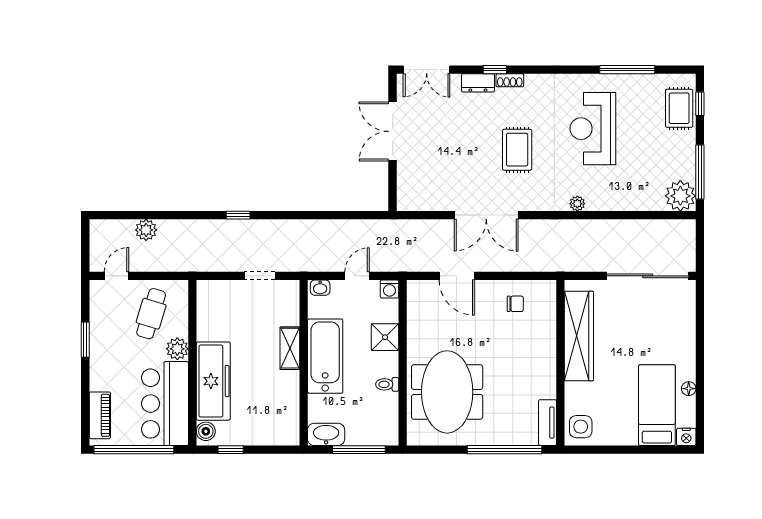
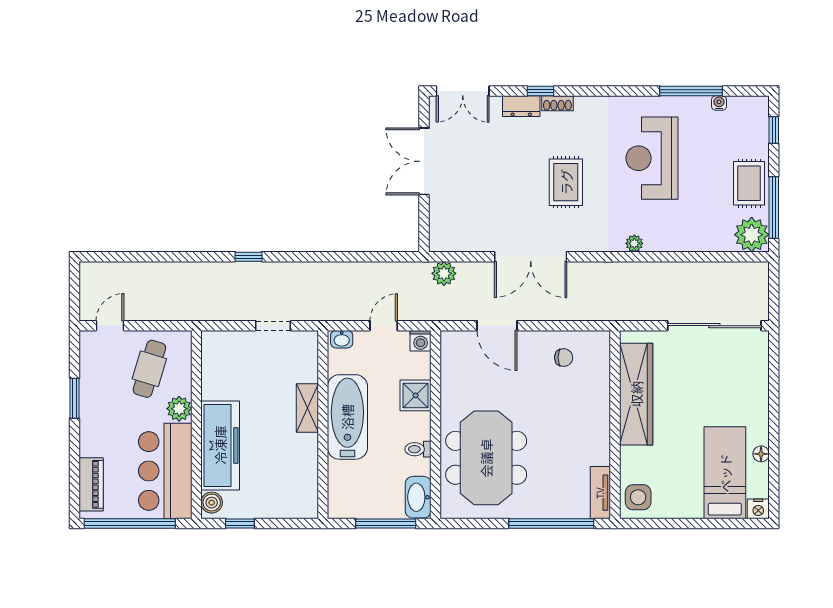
water cooler: (652, 80) -> (719, 103), added
rug: (679, 108) -> (749, 183), moved
plant: (146, 230) -> (444, 273), moved
washbasin: (326, 434) -> (418, 497), moved, turned -90

